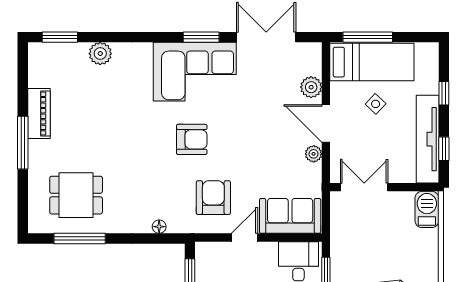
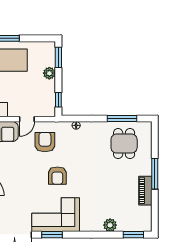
armchair: (192, 139) -> (57, 176), turned -90
dining table: (76, 195) -> (124, 144), turned 90
armchair: (213, 198) -> (45, 142), turned 180

